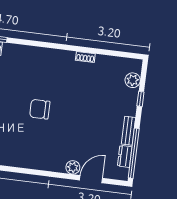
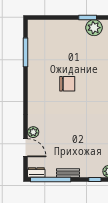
chair: (40, 109) -> (67, 84), moved, turned 90
dresser: (125, 156) -> (36, 173), moved

